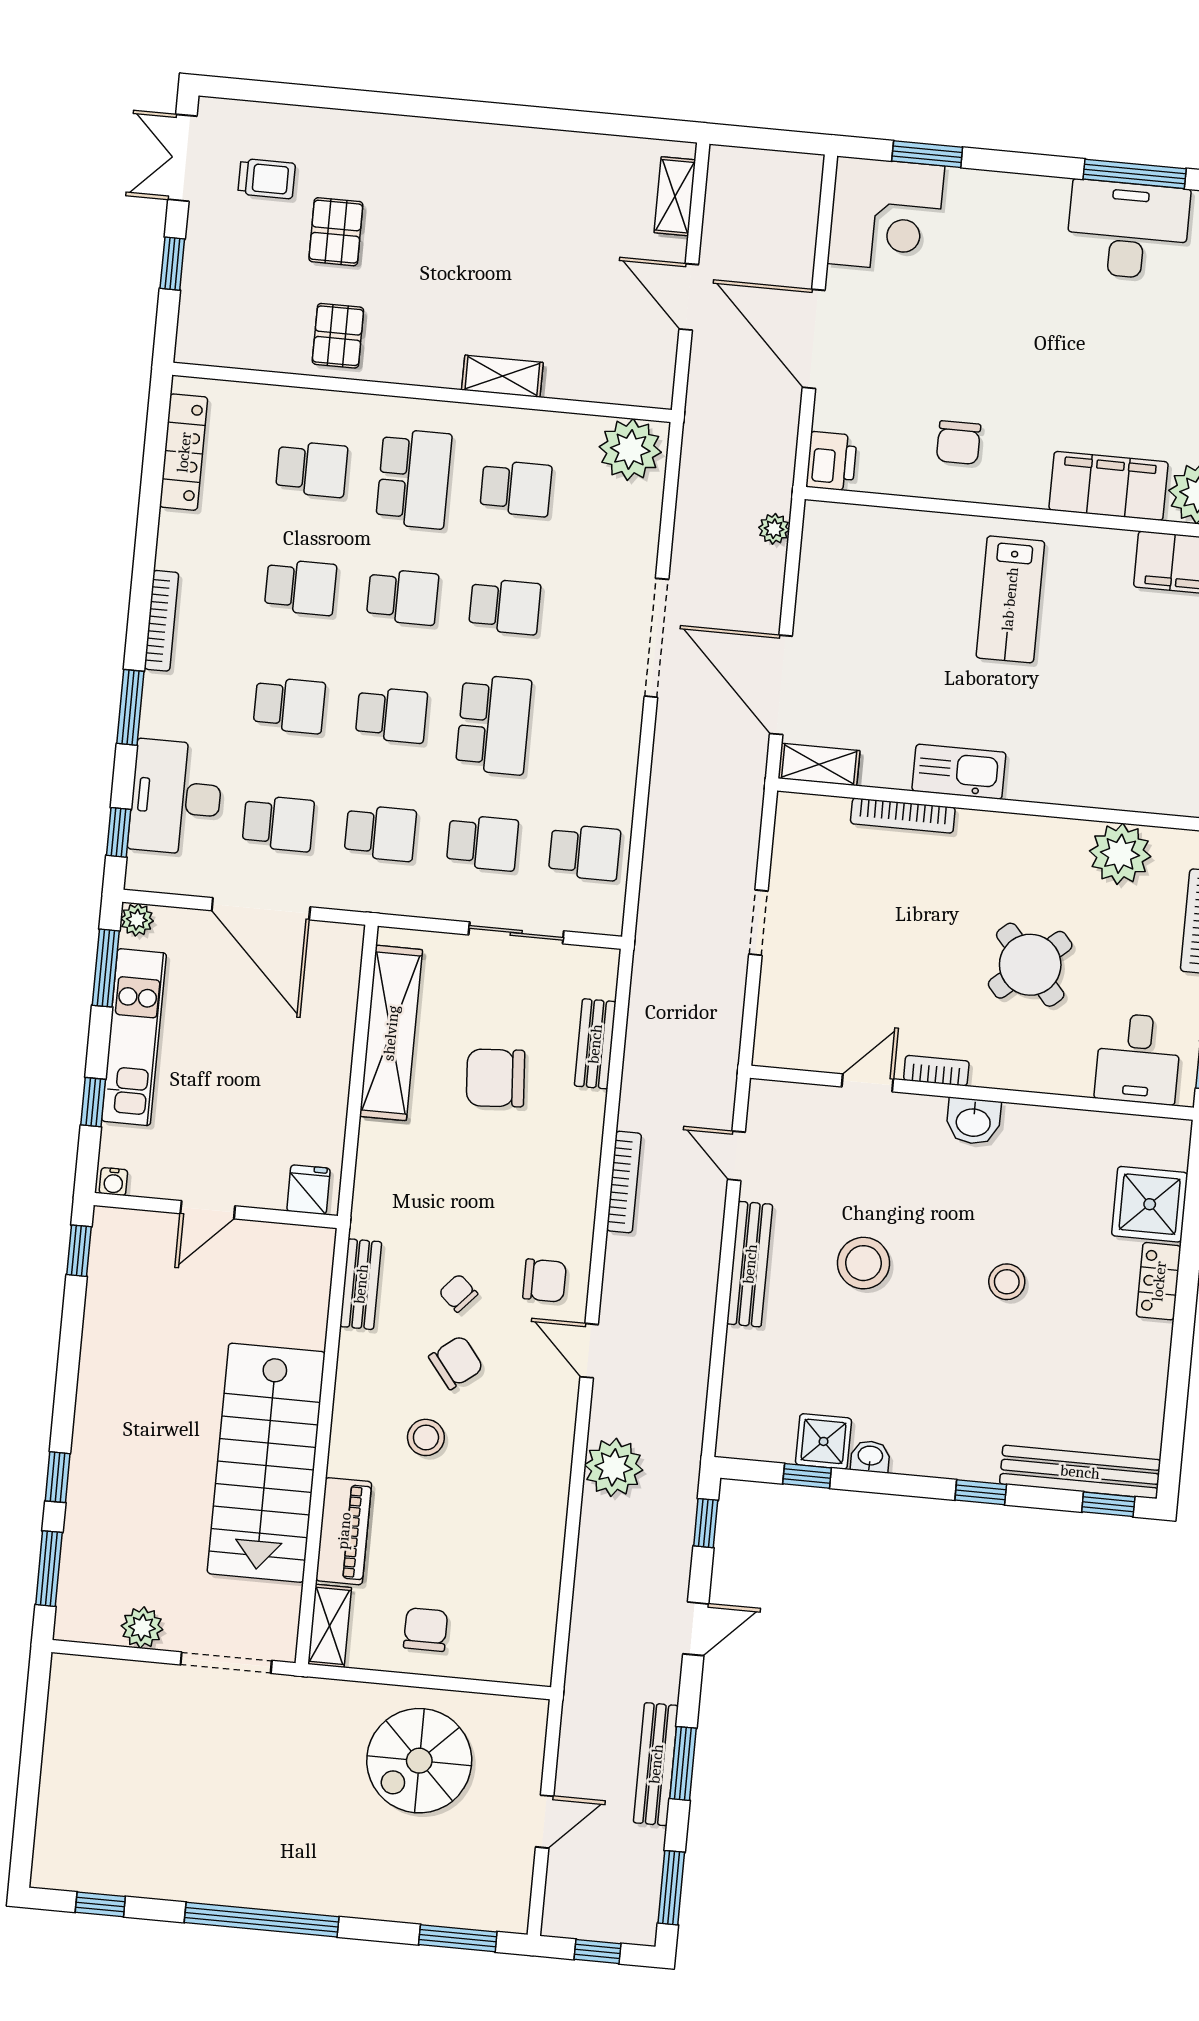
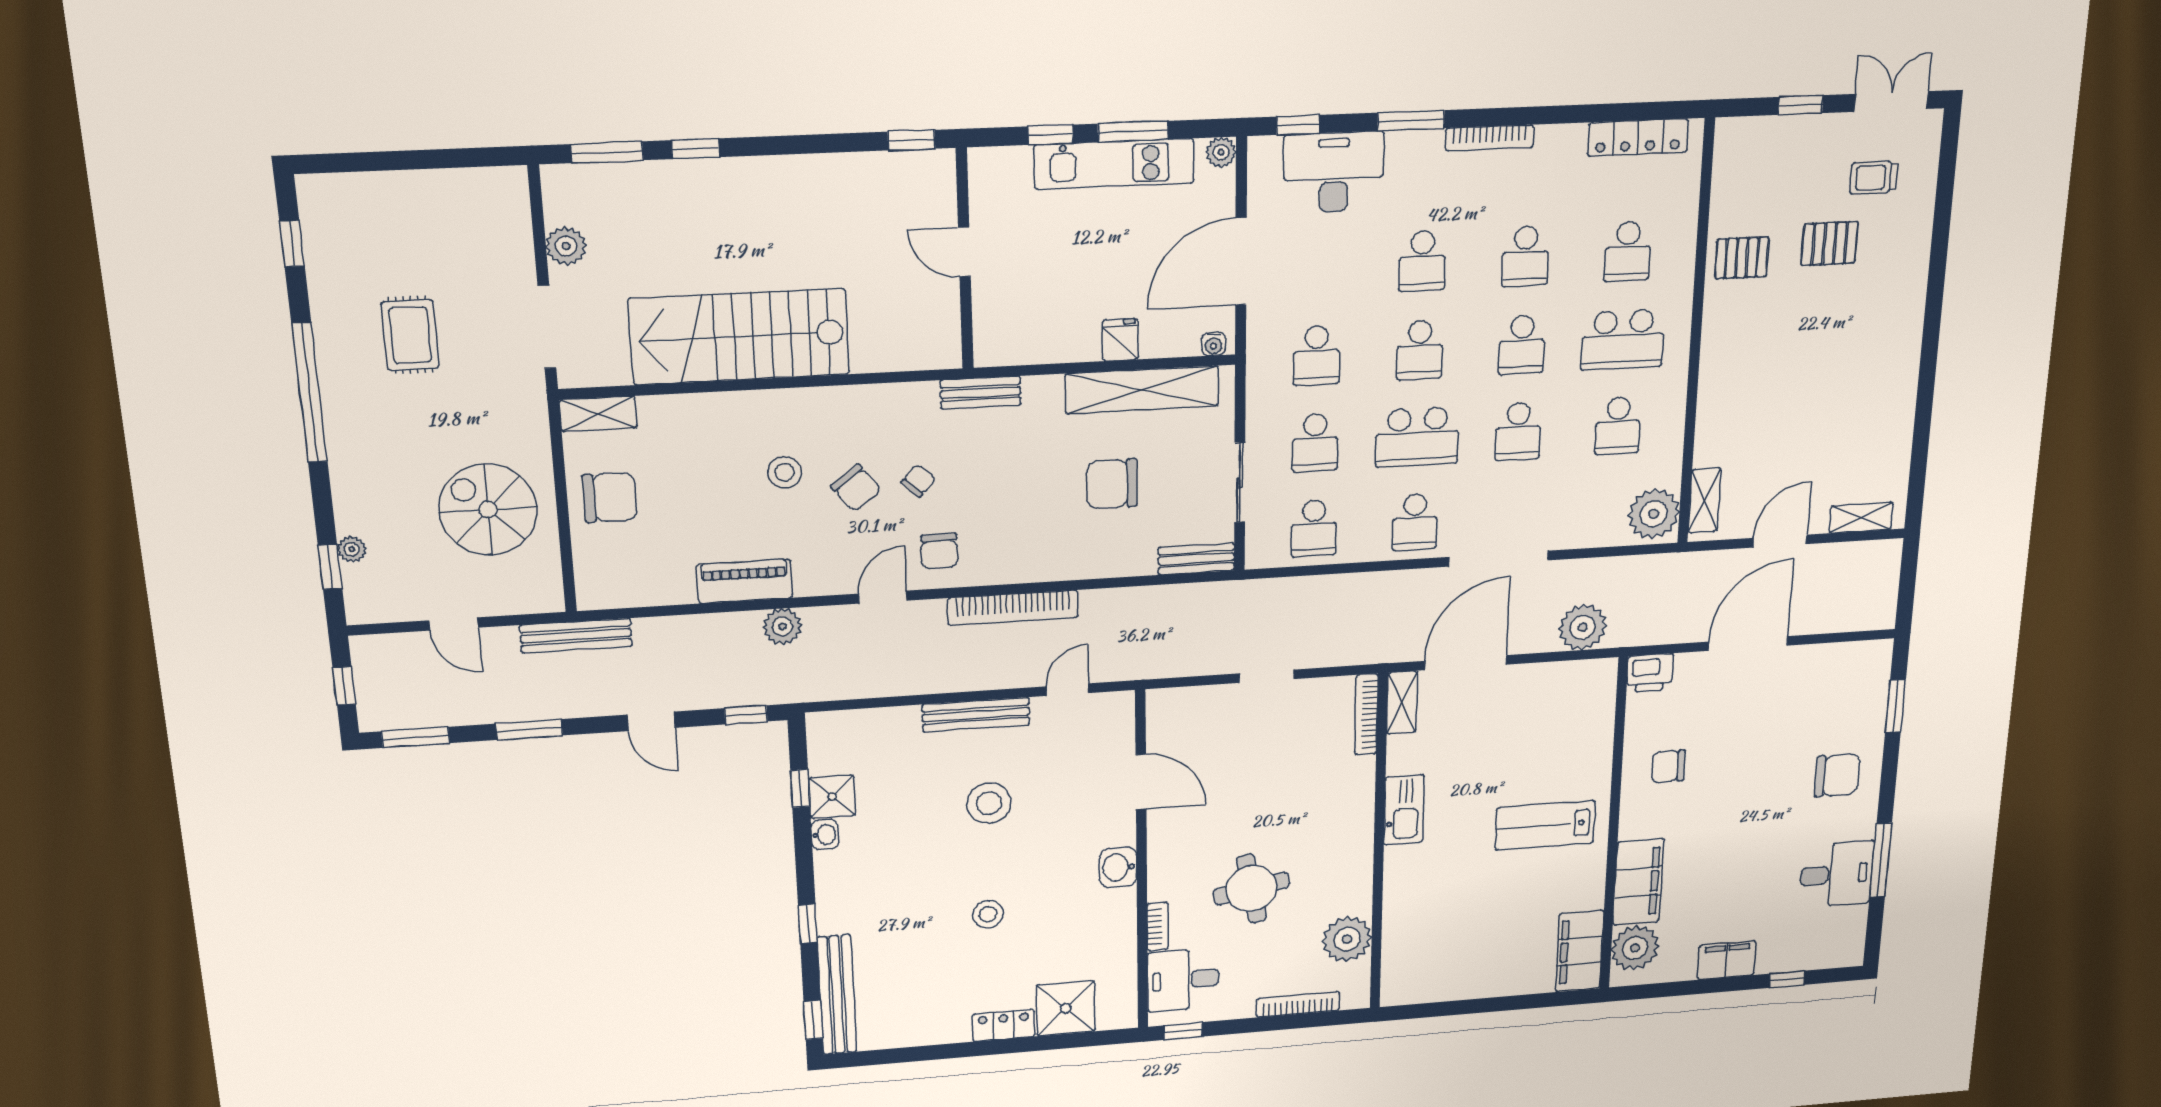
trolley: (267, 179) -> (1874, 178), turned 90
corner desk: (886, 215) -> (1848, 683), removed
chair: (1008, 229) -> (1837, 775), added
desk: (1128, 230) -> (1836, 874), width x0.73
shelving: (502, 376) -> (1705, 500), moved
plant: (774, 529) -> (1583, 627), width x1.88, depth x1.88
bookcase: (903, 816) -> (1366, 714), moved
school desk: (278, 823) -> (1415, 522), moved
round table: (1030, 965) -> (1251, 888), turned 30
window: (106, 968) -> (1133, 131), moved
bench: (595, 1044) -> (1196, 559), moved
bookcase: (936, 1071) -> (1158, 926), moved
chair: (495, 1078) -> (1112, 484), turned -86
door: (867, 1083) -> (1141, 782), width x1.38
water cooler: (113, 1182) -> (1213, 344), moved, turned -90
bookcase: (624, 1182) -> (1013, 608), width x1.48, depth x1.31
fridge: (308, 1190) -> (1120, 340), moved, turned -90
bench: (361, 1284) -> (981, 393), moved
plant: (614, 1467) -> (782, 626), width x0.73, depth x0.73
piano: (344, 1531) -> (745, 581), moved, turned 180
chair: (426, 1630) -> (610, 497), width x1.37, depth x1.37
bench: (656, 1764) -> (576, 636), moved
rug: (214, 1805) -> (410, 335), added
plant: (442, 1912) -> (352, 549), added
window: (458, 1938) -> (330, 567), width x0.67

